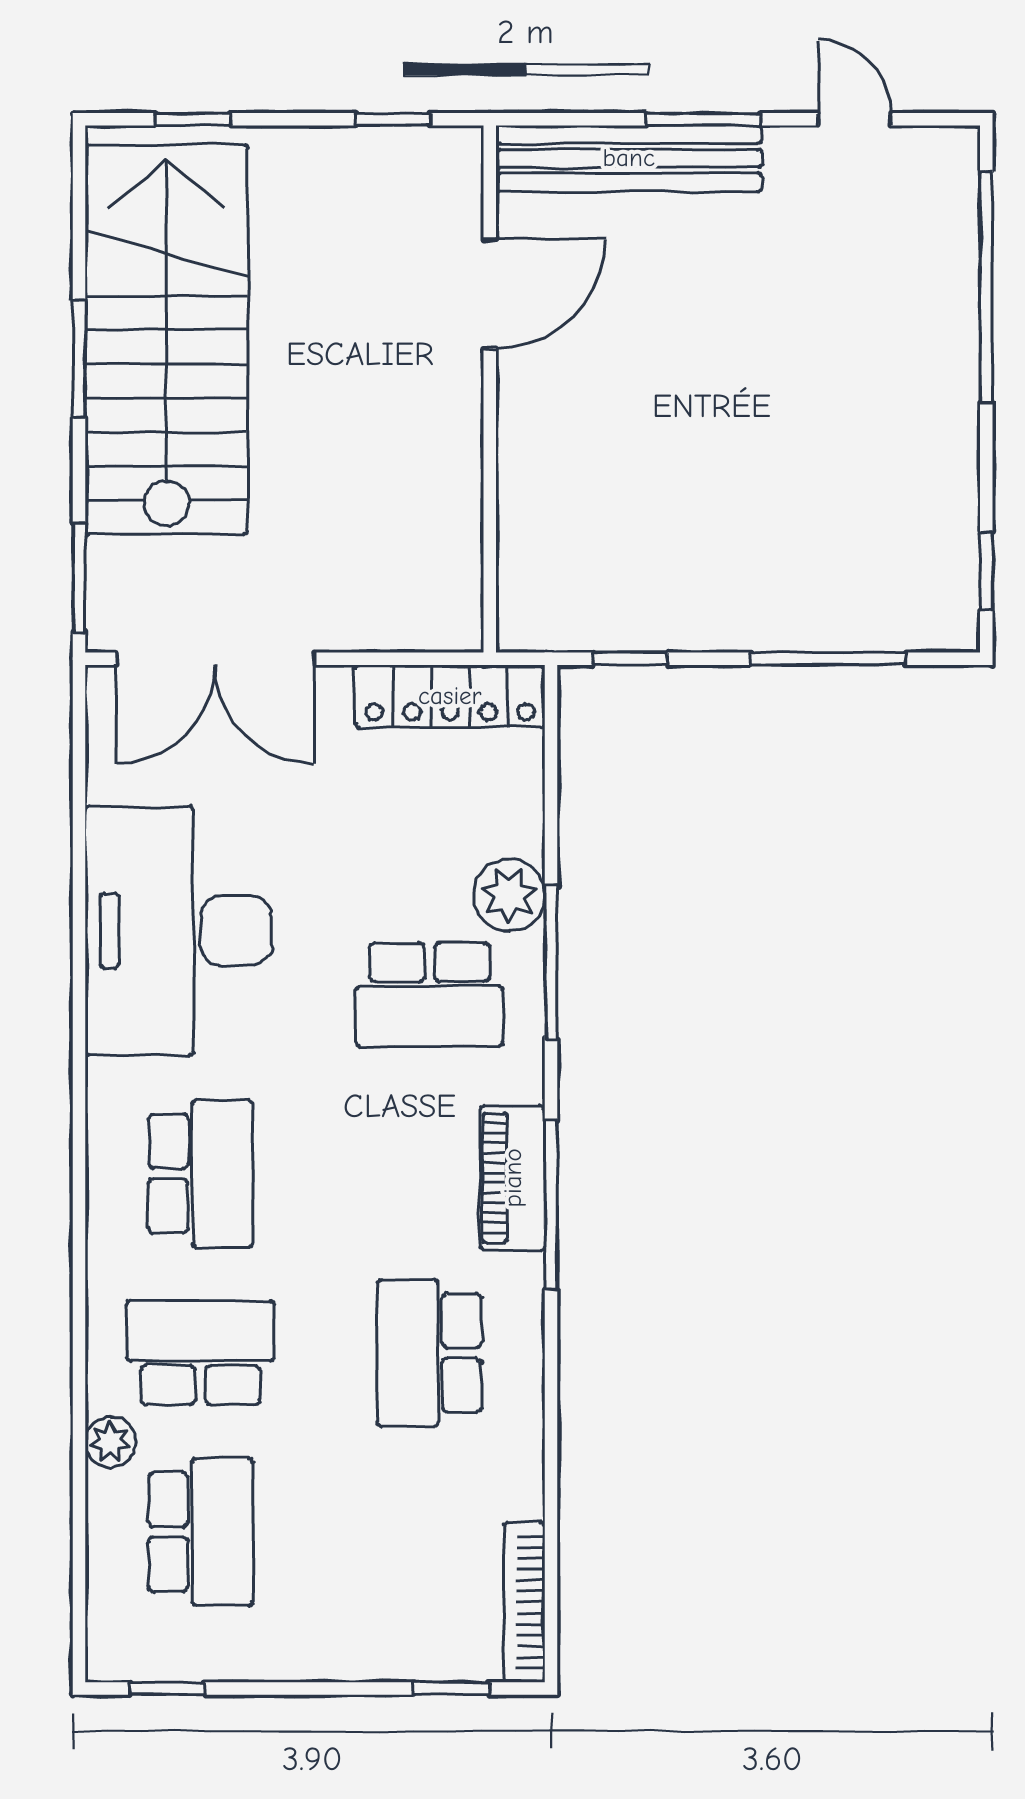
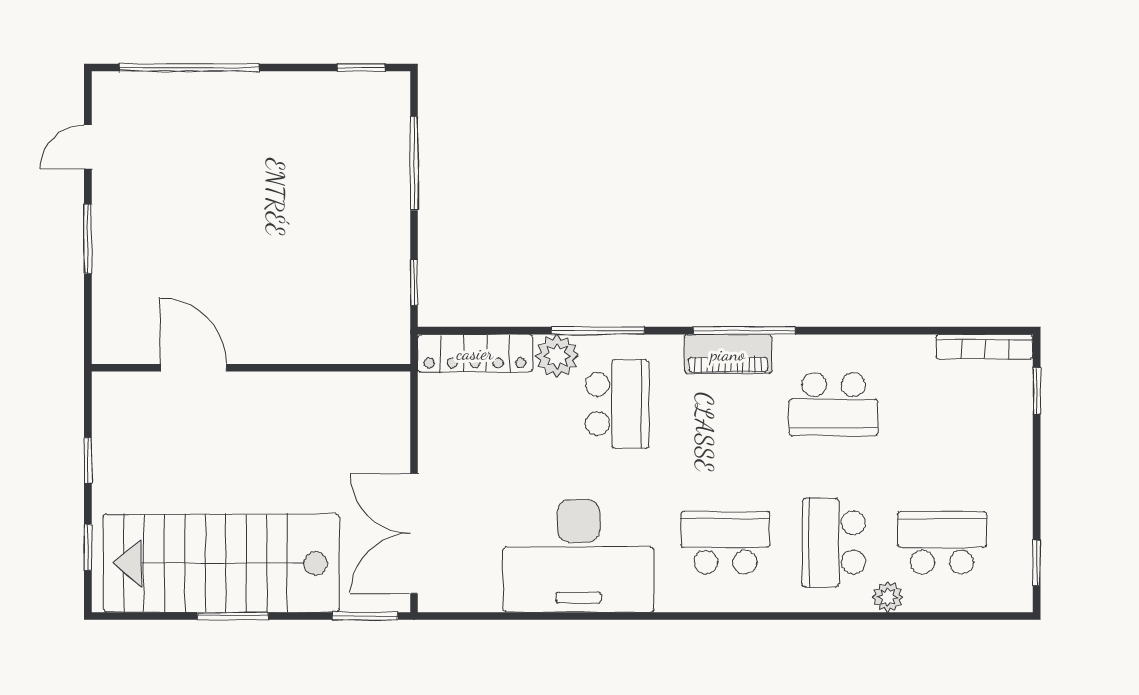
window: (393, 119) -> (88, 460), moved
bench: (629, 158) -> (112, 284), removed
double door: (215, 659) -> (414, 534), swing flipped
locker: (450, 696) -> (475, 353), moved, turned 90

